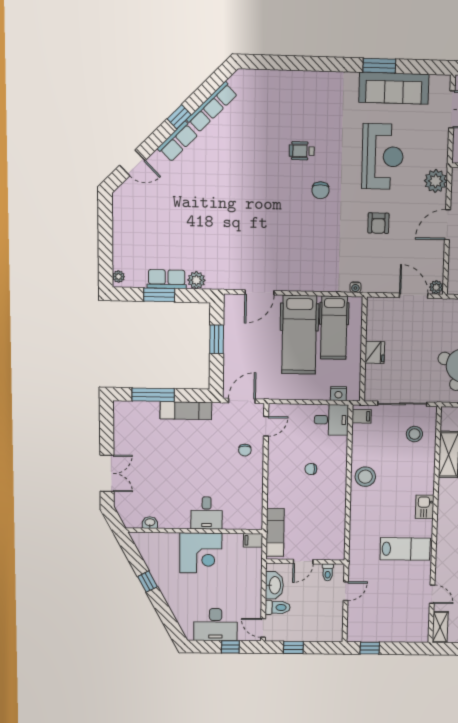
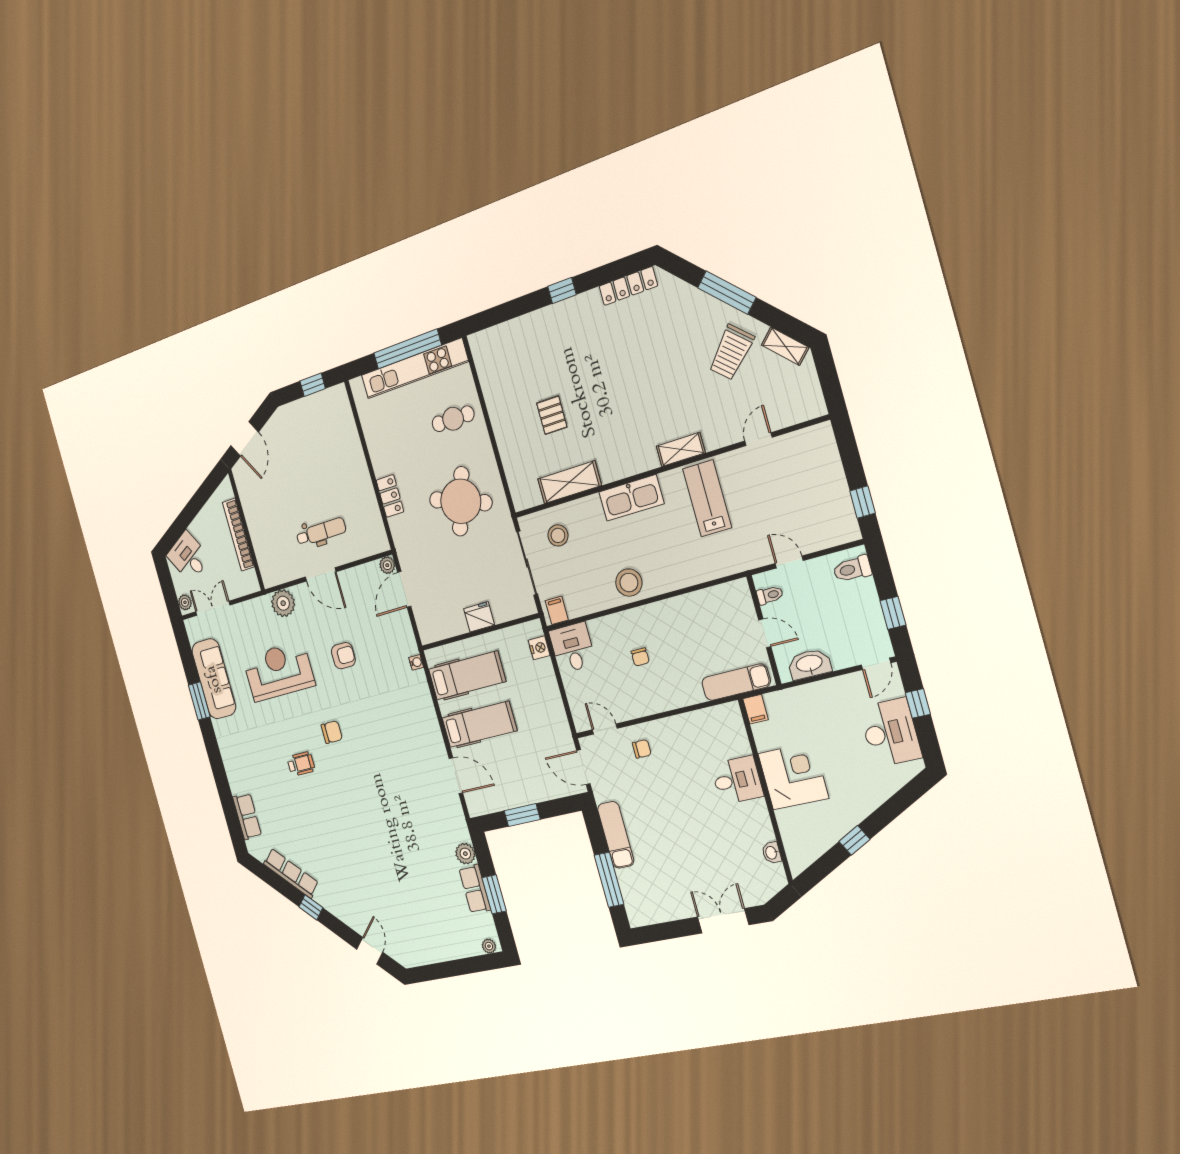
row of seats: (178, 142) -> (247, 816), moved, turned 45
wheelchair: (302, 151) -> (301, 764), turned -90
hospital bed: (299, 335) -> (479, 724), width x0.73, depth x0.78
kitchen sink: (425, 507) -> (631, 498), width x1.88, depth x1.24
toilet: (278, 607) -> (852, 569), moved, turned -90
shelving: (440, 627) -> (681, 449), moved

